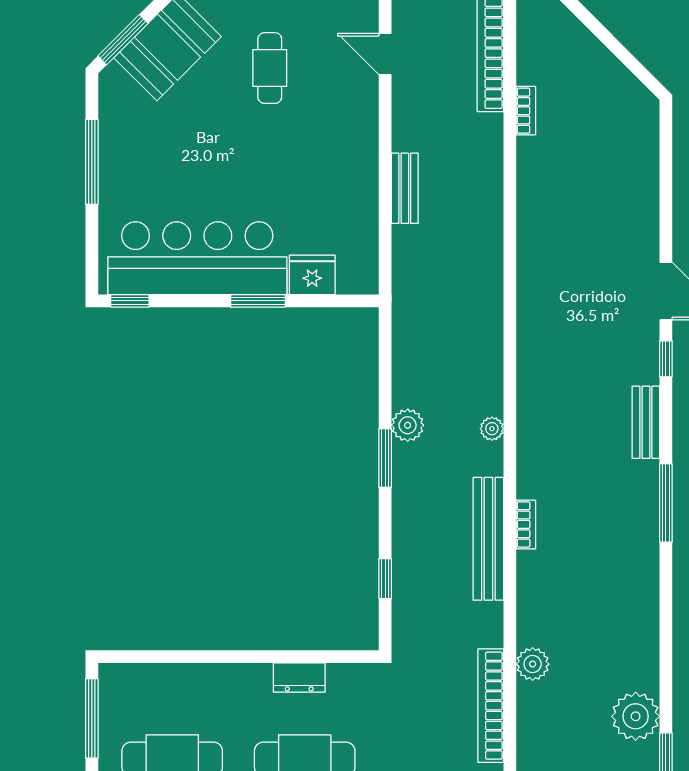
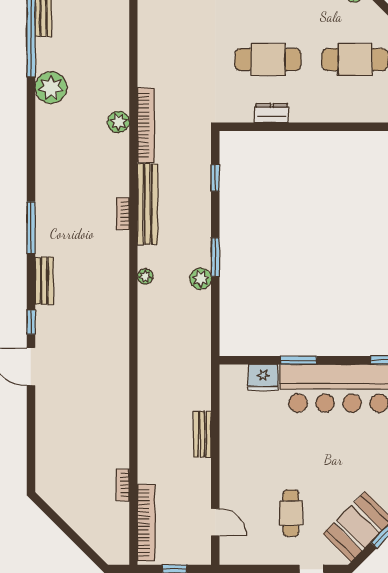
bookcase: (491, 706) -> (146, 125), moved

